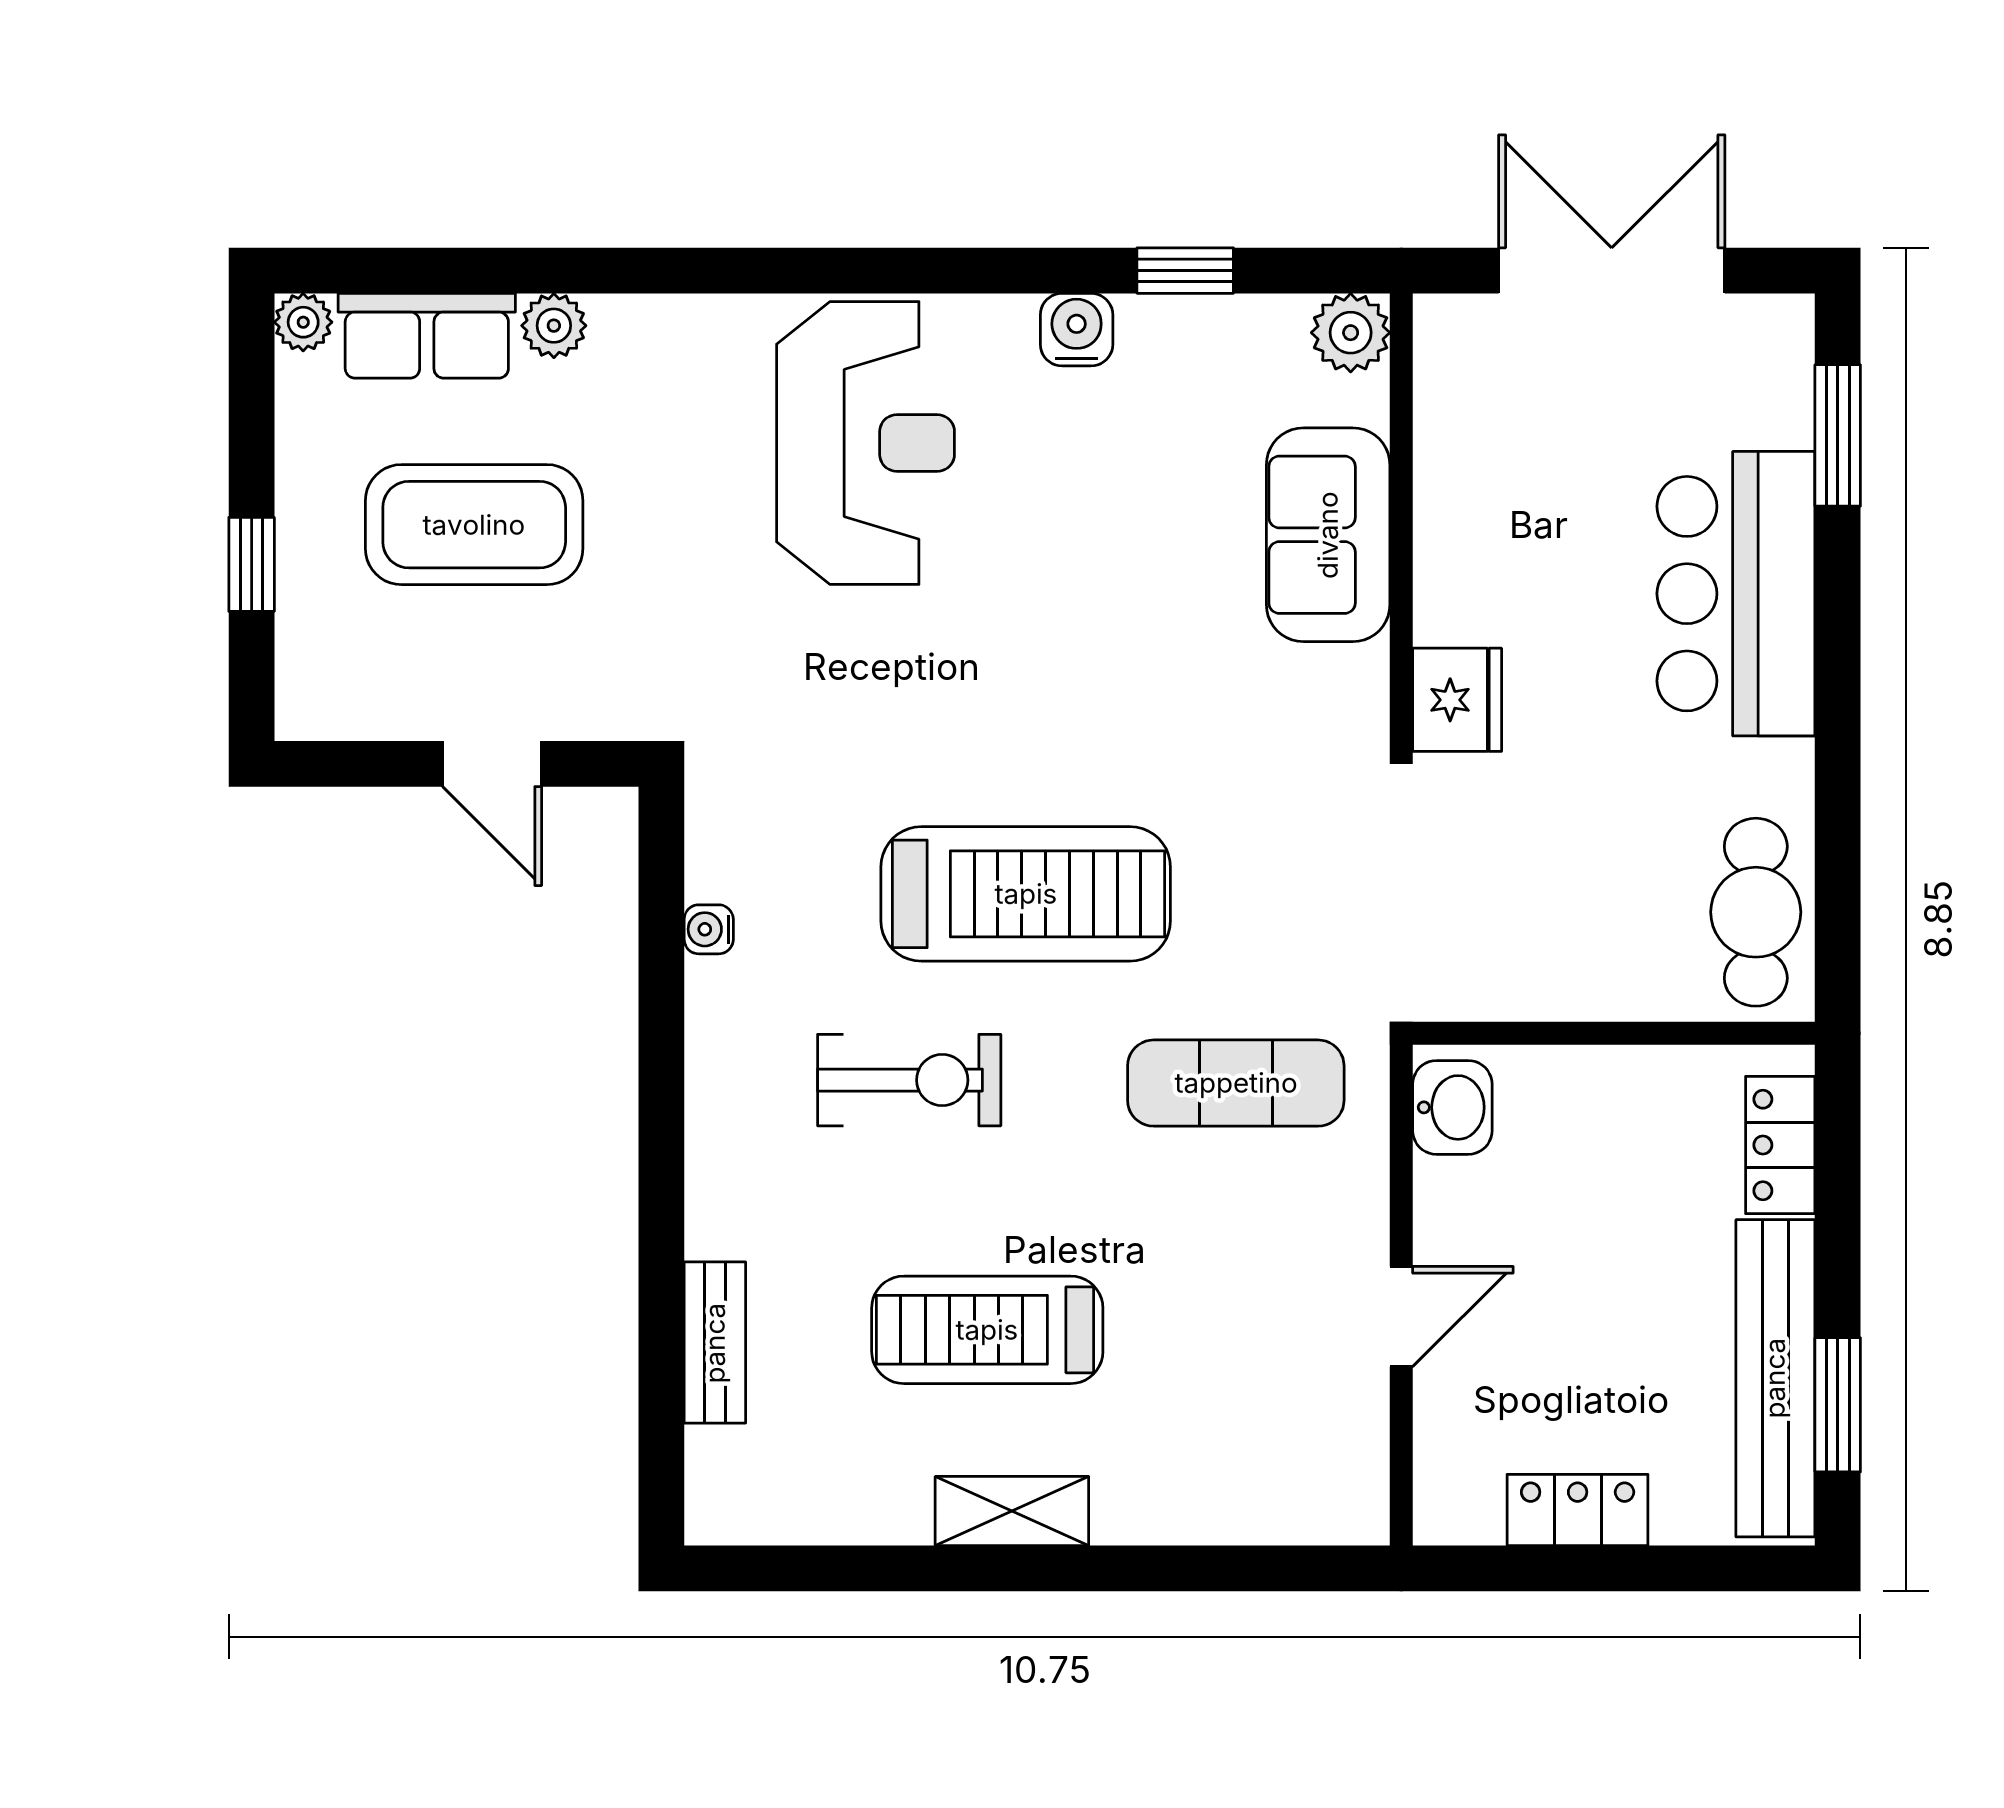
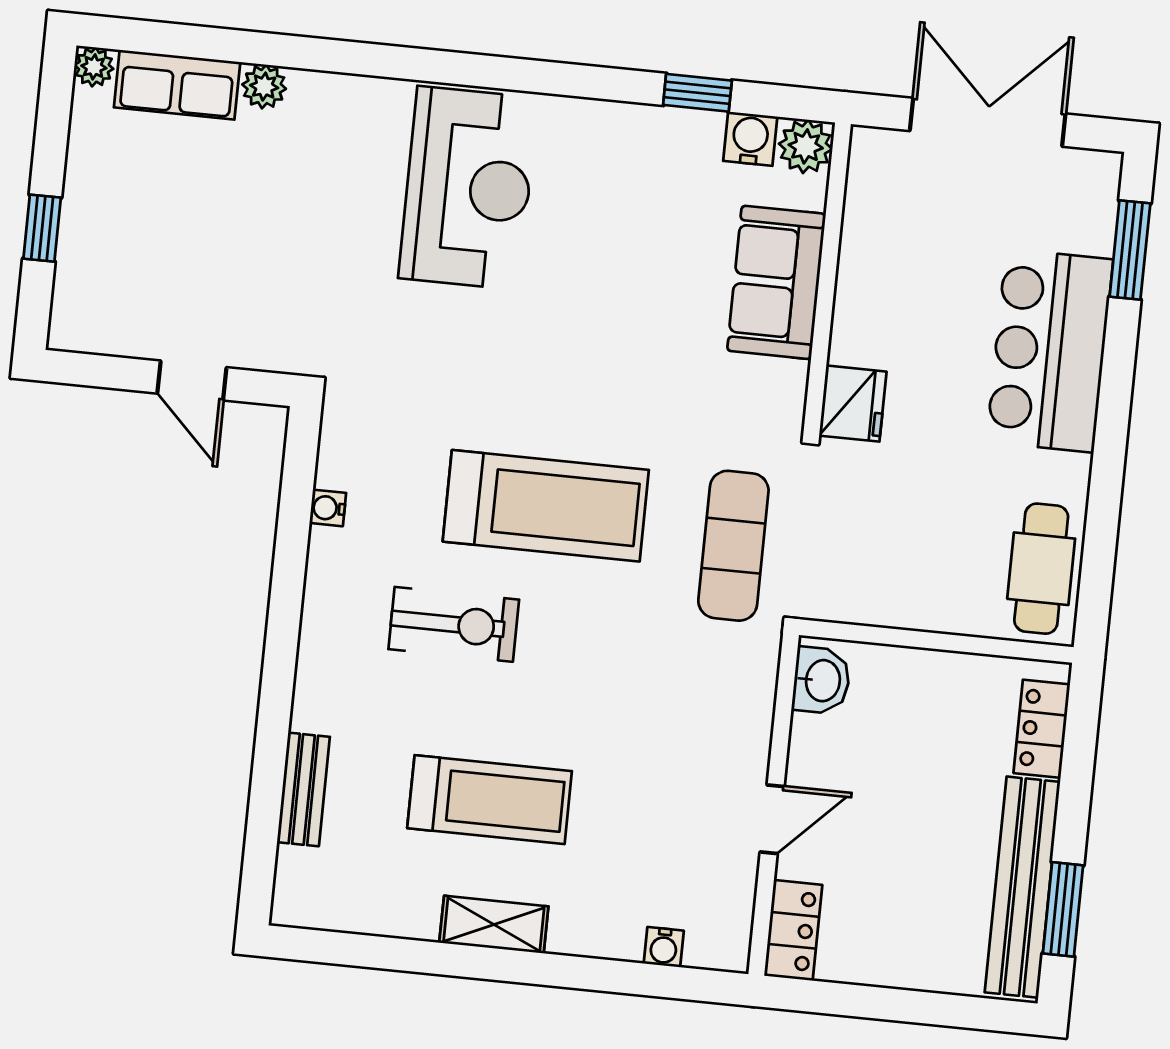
water cooler: (1077, 330) -> (750, 139), moved
coffee table: (474, 525) -> (196, 216), removed
exercise mat: (1236, 1083) -> (733, 546), moved, turned 90
treadmill: (987, 1330) -> (490, 800), turned 180
locker: (1578, 1510) -> (793, 930), moved, turned 90
water cooler: (1262, 1519) -> (664, 947), added

